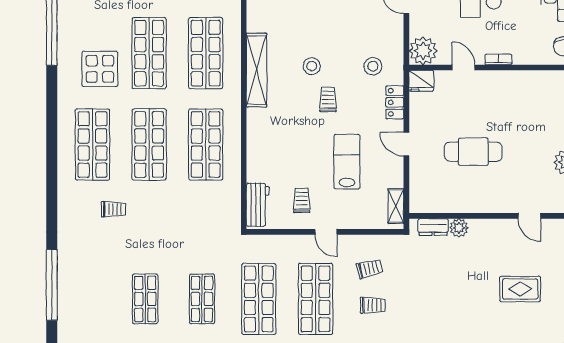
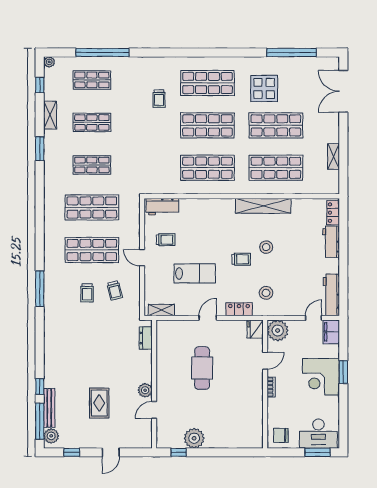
plant: (459, 228) -> (145, 390), moved
door: (326, 232) -> (142, 258), hinge flipped
shop shelf: (88, 299) -> (92, 80), added

